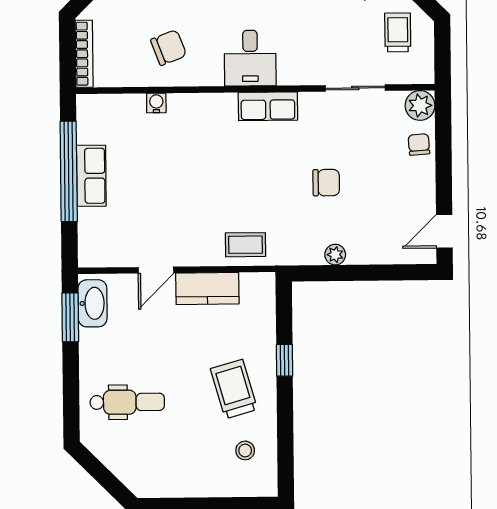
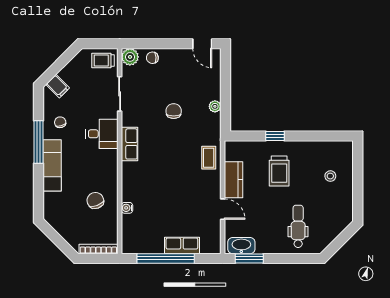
trolley: (398, 32) -> (103, 60), moved
desk: (250, 58) -> (102, 134), moved
row of seats: (91, 176) -> (182, 245), moved
trolley: (234, 389) -> (279, 171), moved, turned -74
stool: (245, 450) -> (330, 176), moved

